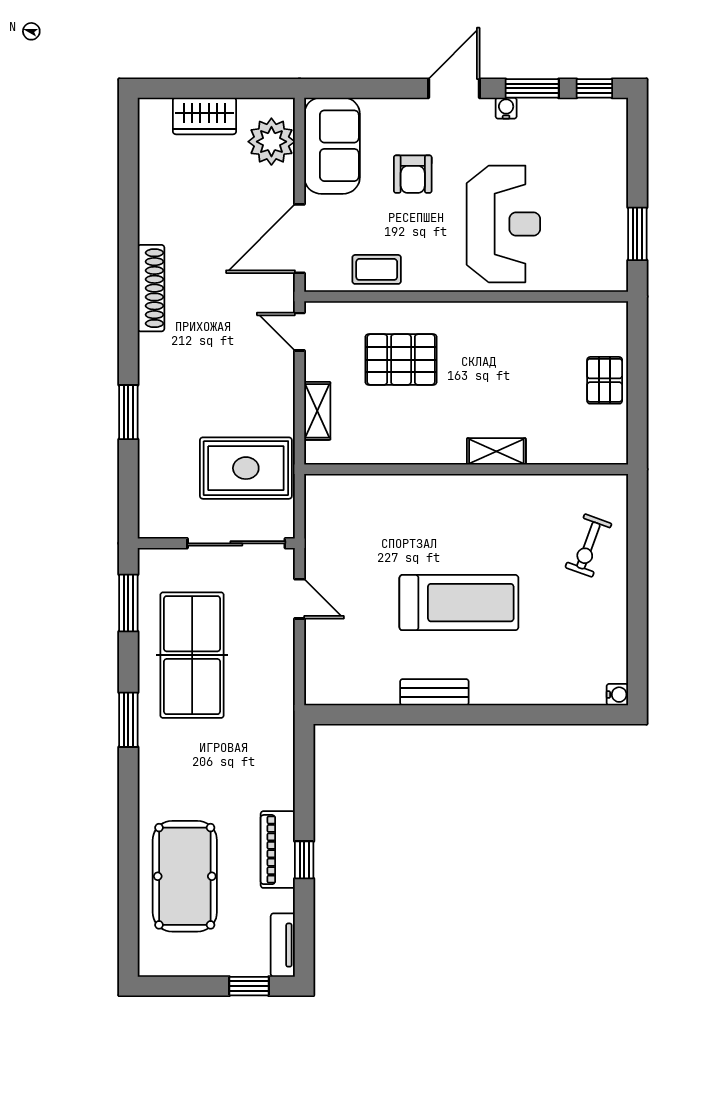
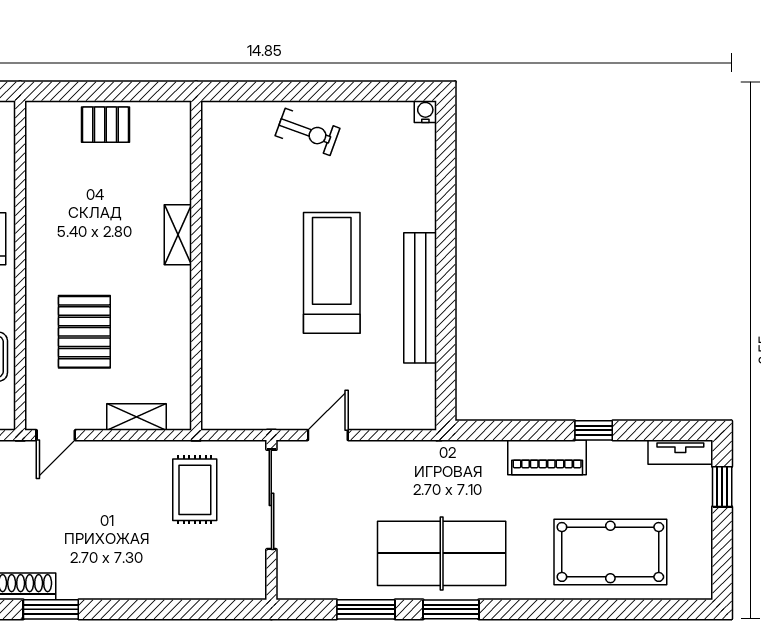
window: (128, 412) -> (51, 609), moved
rug: (246, 468) -> (195, 490), width x0.73, depth x0.70
exercise bike: (588, 546) -> (308, 132), moved
window: (128, 603) -> (366, 609), moved
table tennis table: (192, 655) -> (442, 553), moved
bench: (434, 692) -> (420, 298), width x1.86, depth x1.21
piano: (278, 850) -> (547, 457), moved

